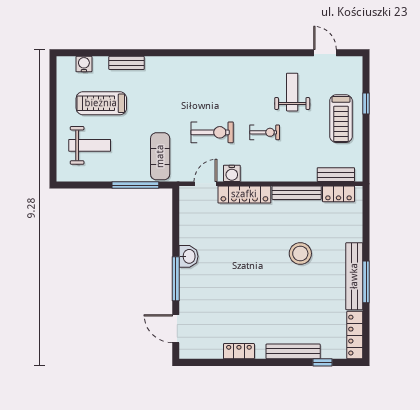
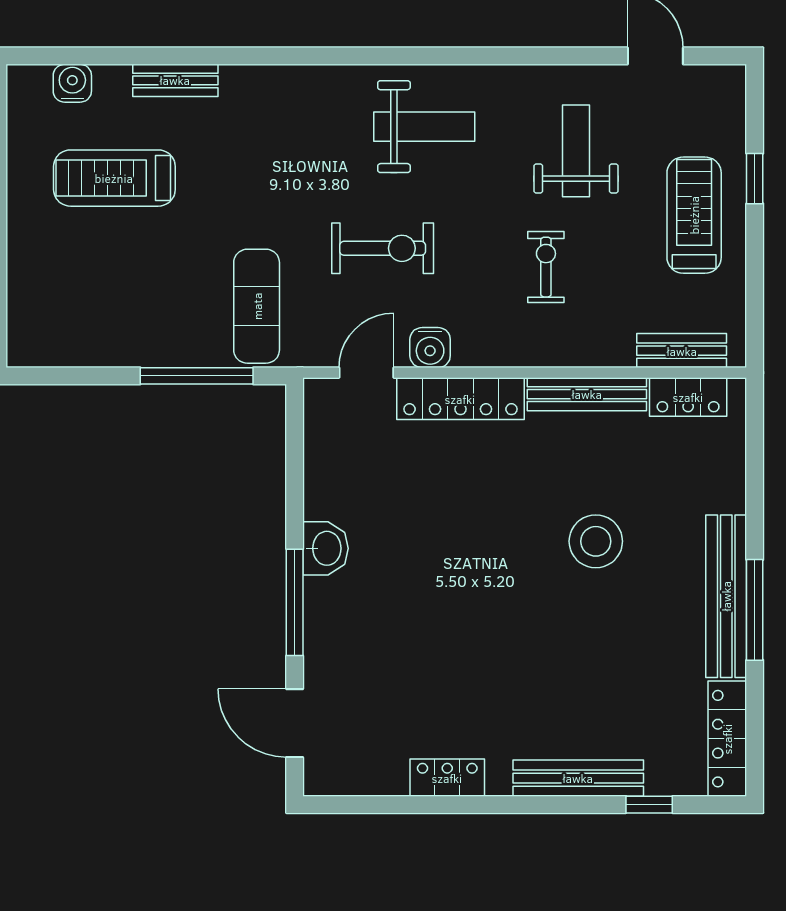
treadmill: (341, 119) -> (694, 215), turned 180
exercise bike: (265, 132) -> (546, 267), moved, turned -90
weight bench: (90, 145) -> (424, 127), moved

